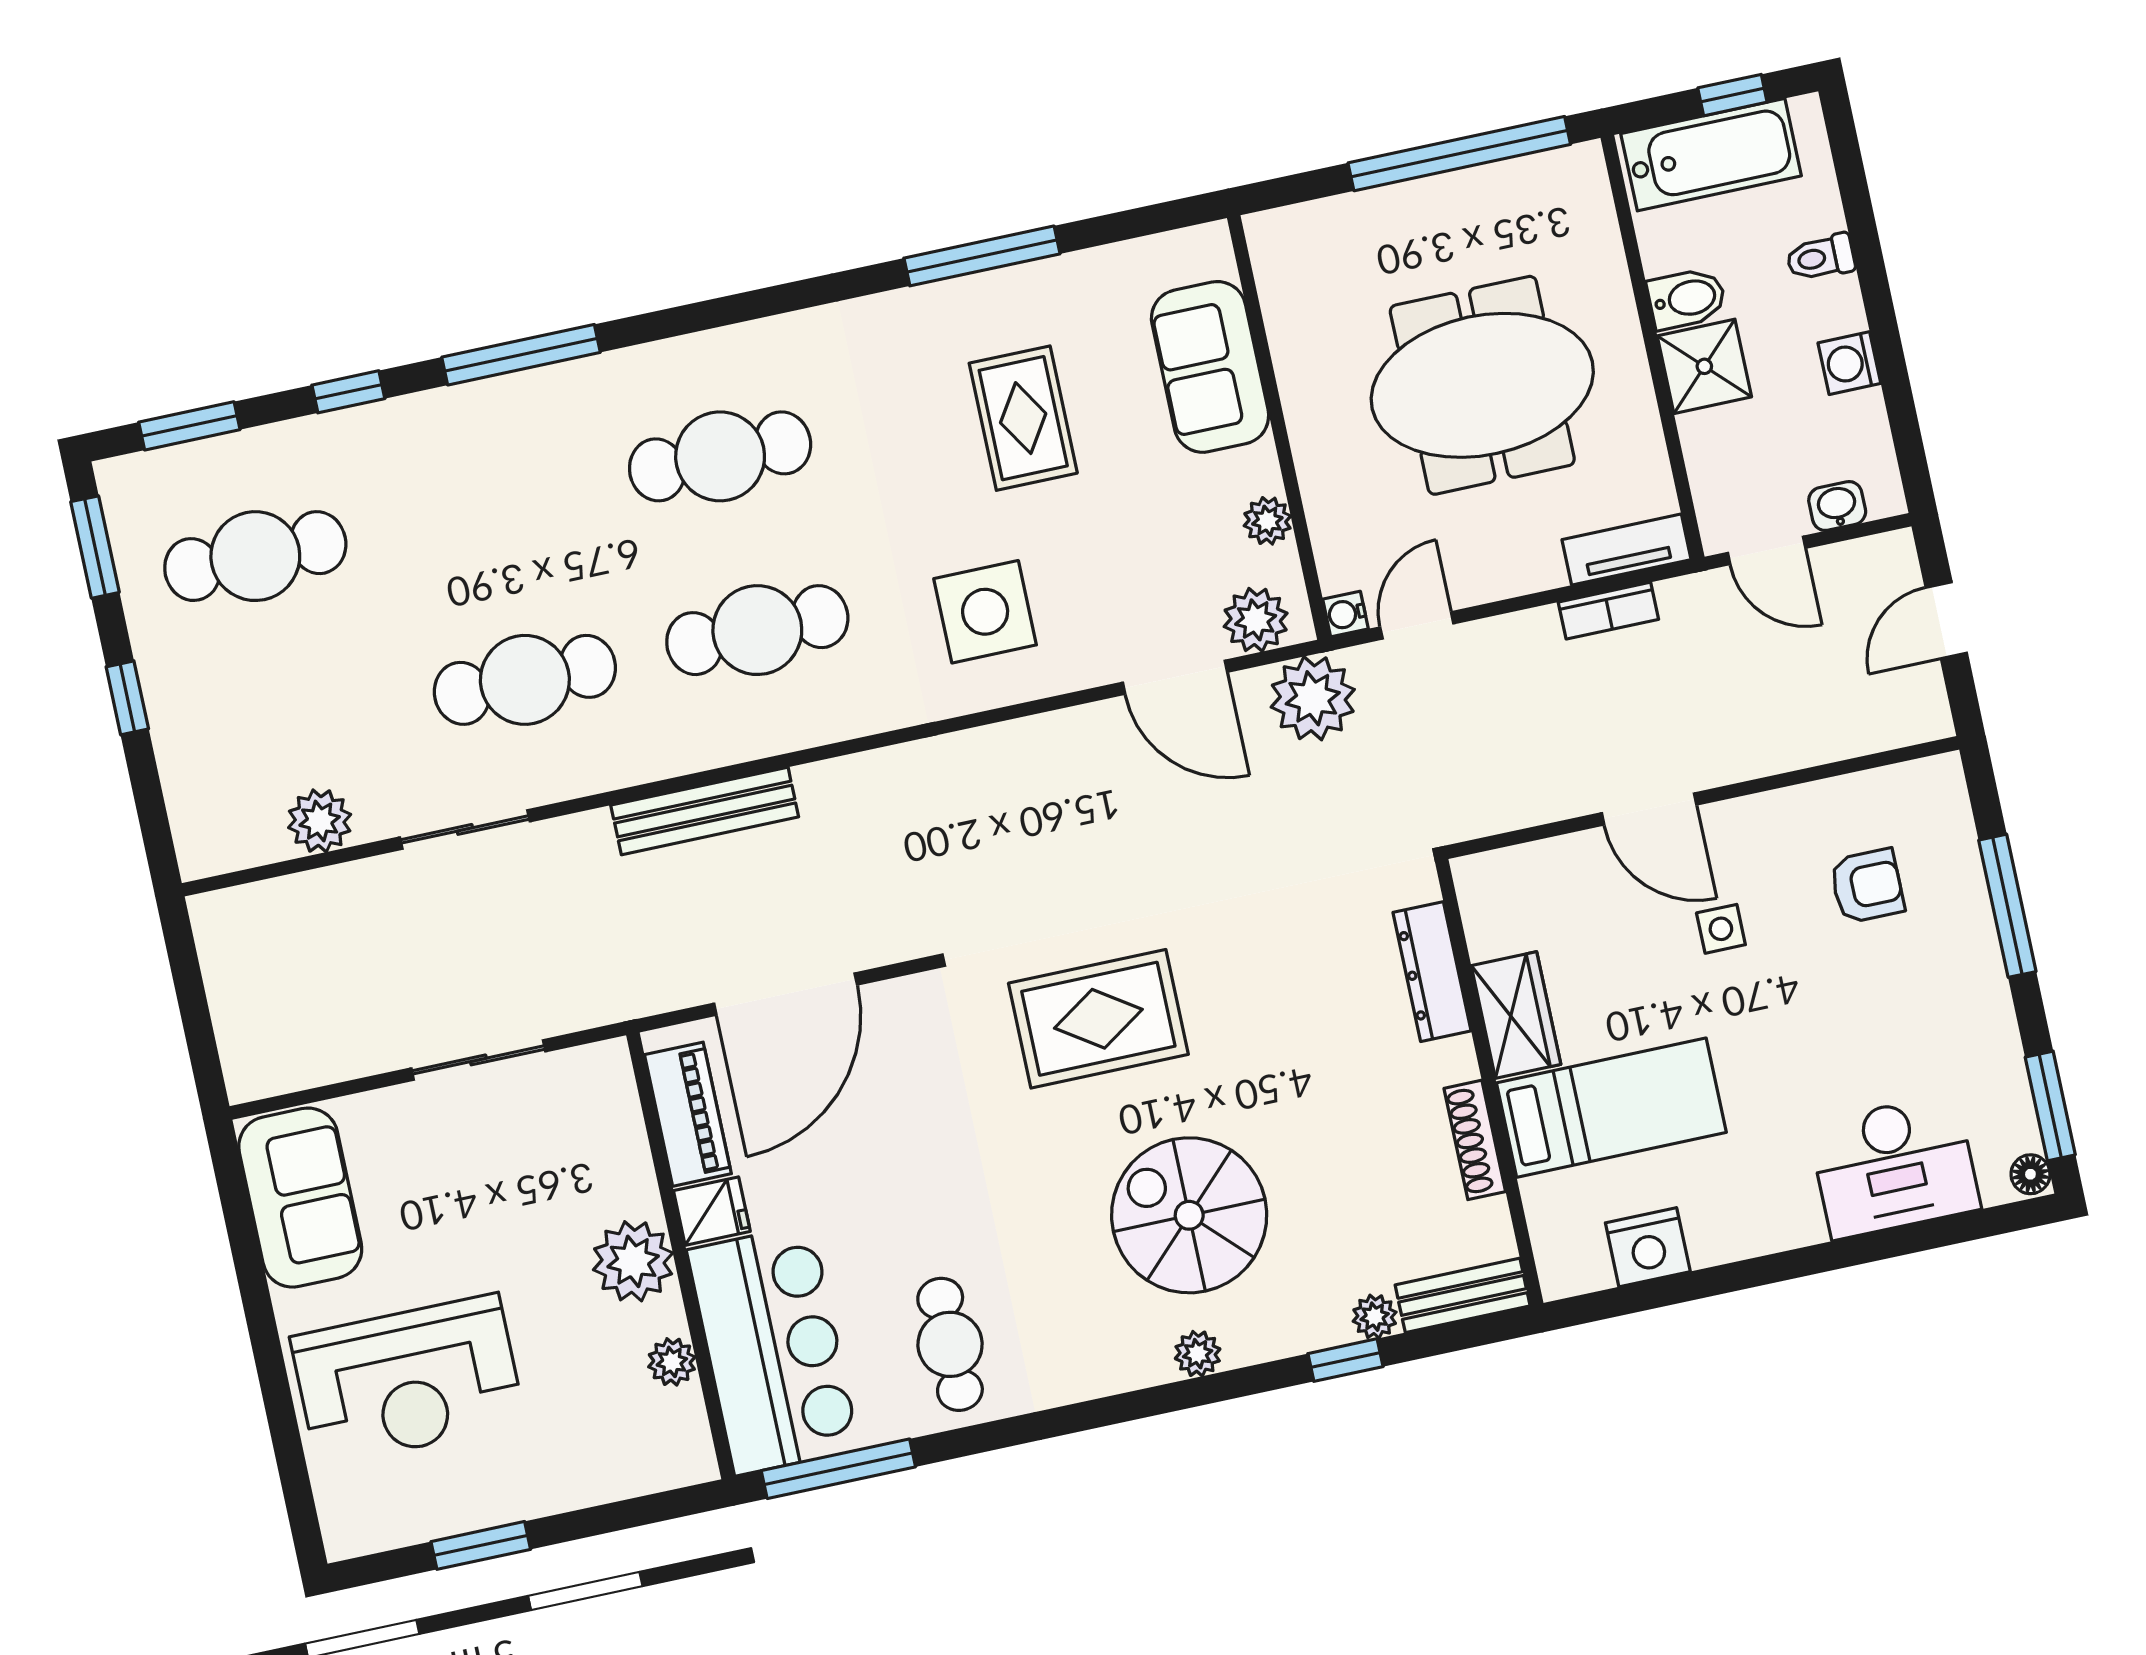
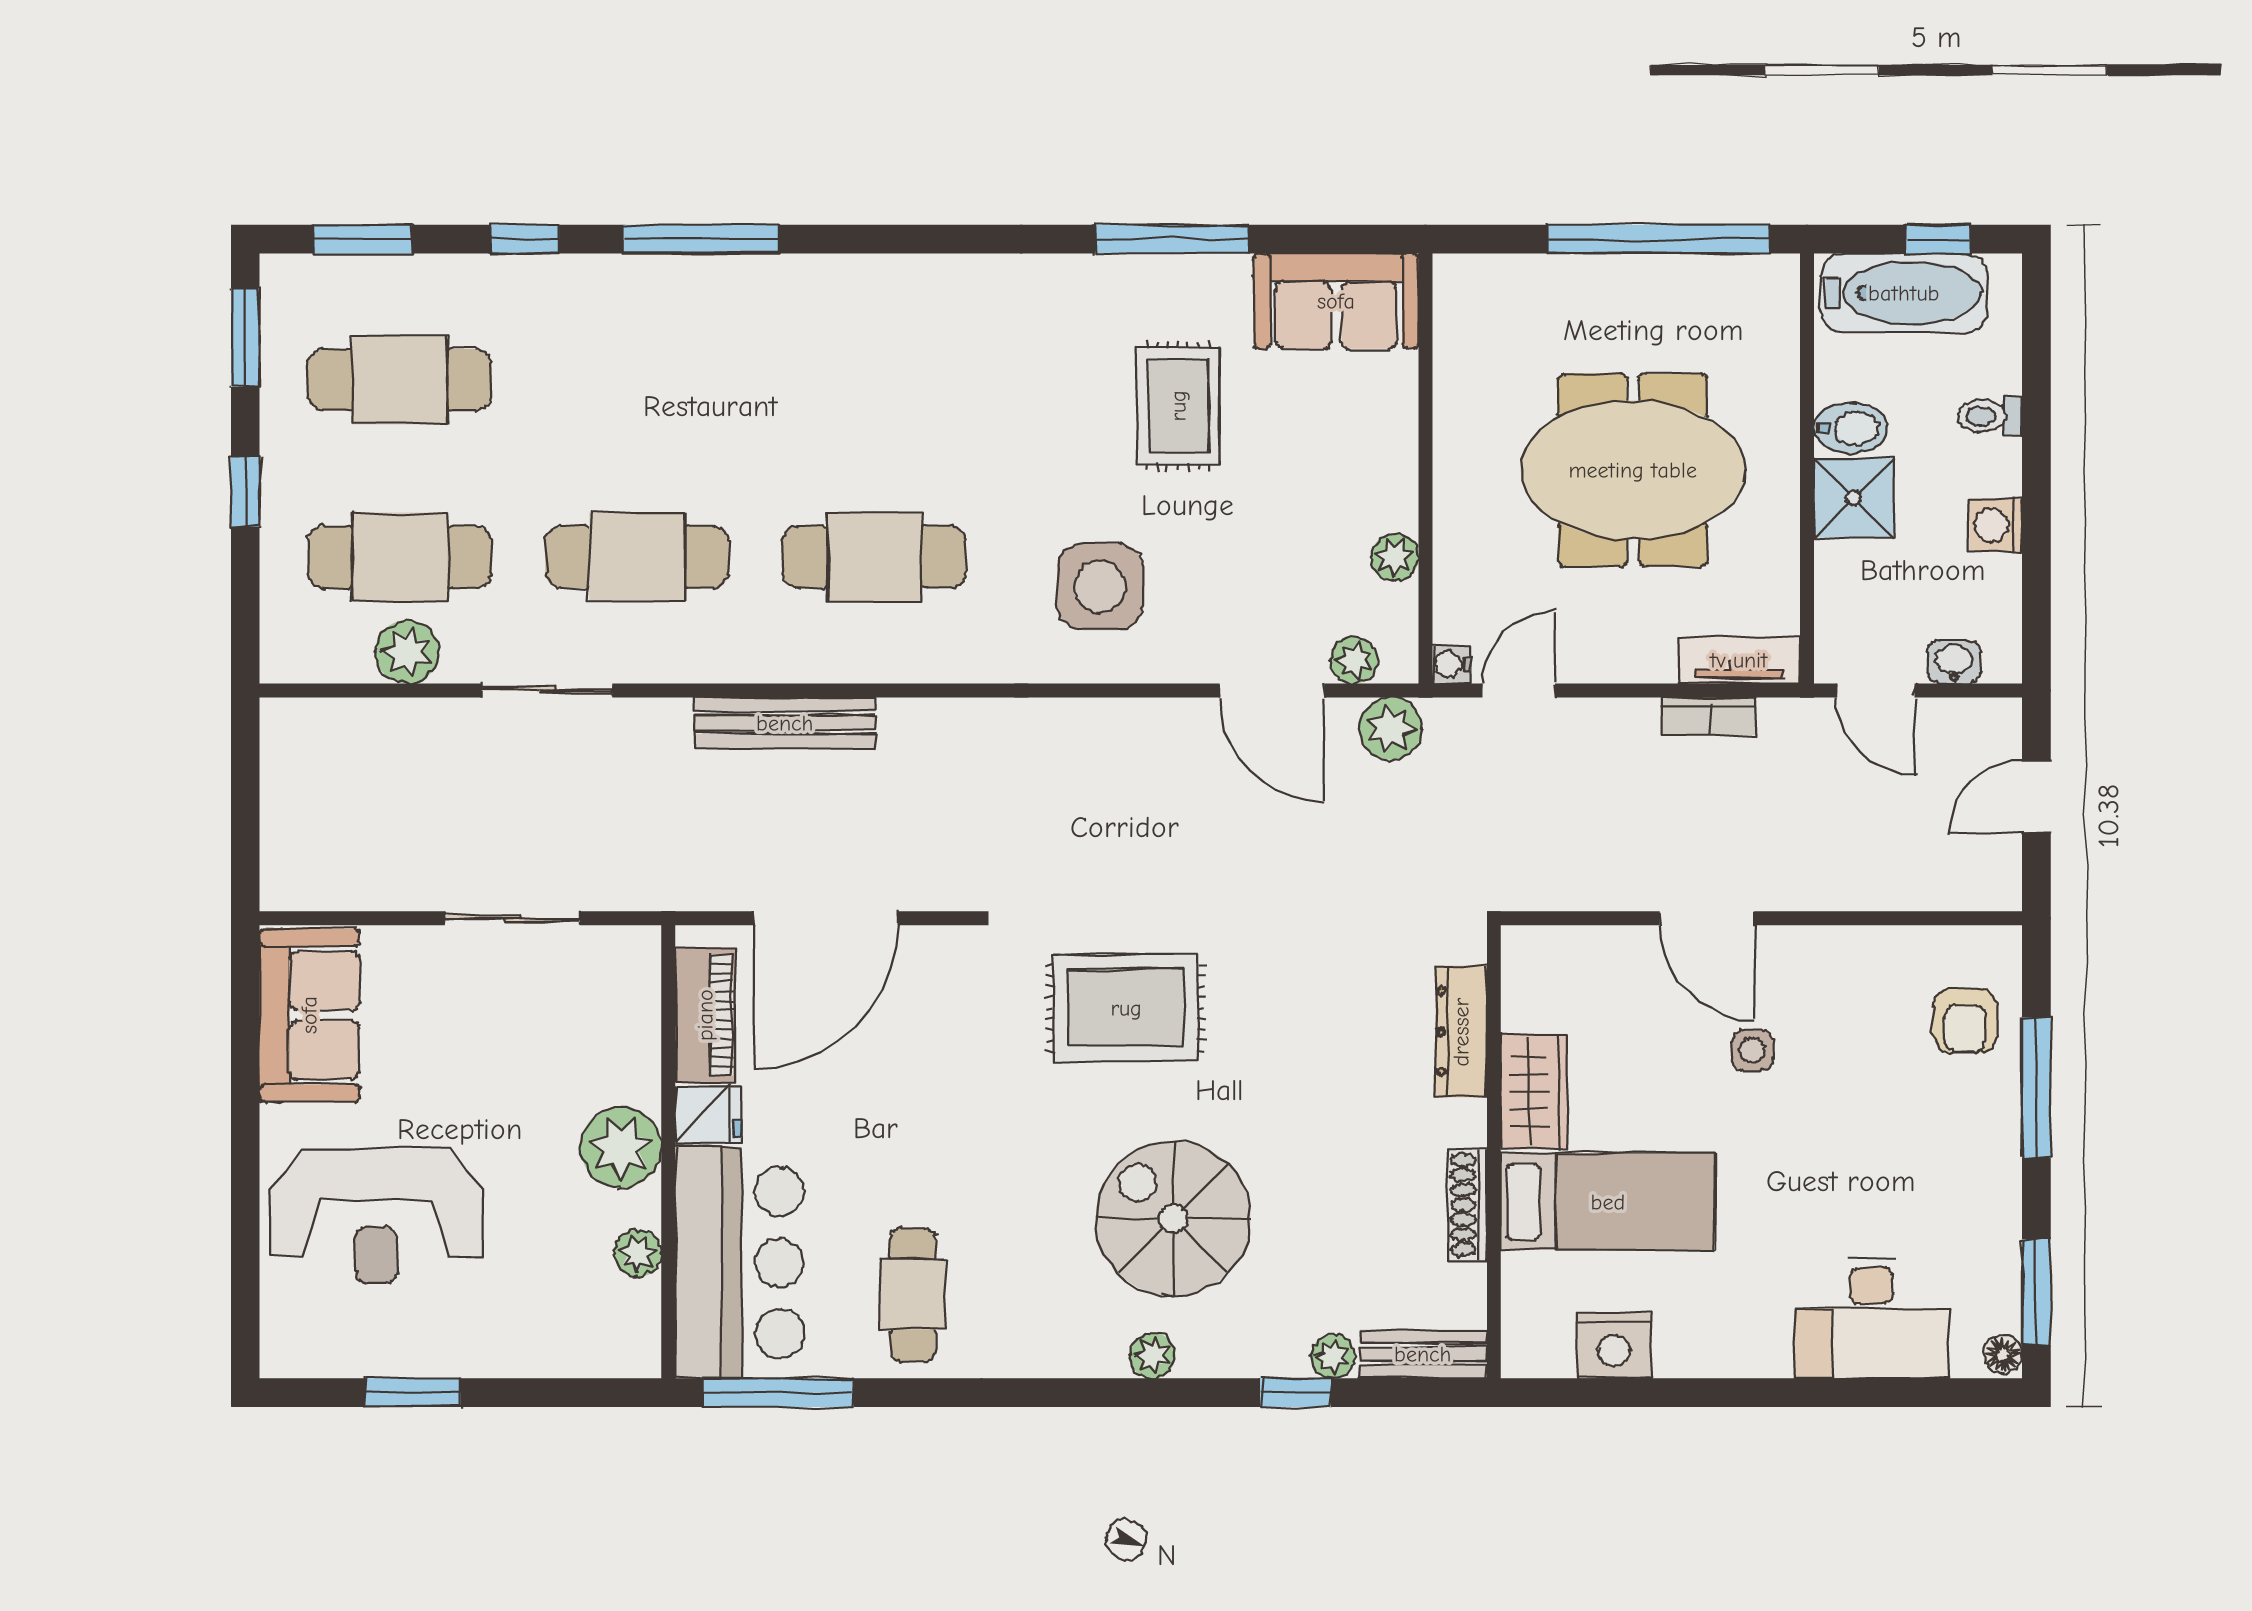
sofa: (1210, 367) -> (1336, 301), moved, turned -90
cafe table: (720, 456) -> (400, 557), moved
plant: (1256, 620) -> (1354, 660), width x0.73, depth x0.73
plant: (1313, 698) -> (1391, 729), width x0.73, depth x0.73
armchair: (1867, 886) -> (1965, 1020), moved, turned 90

